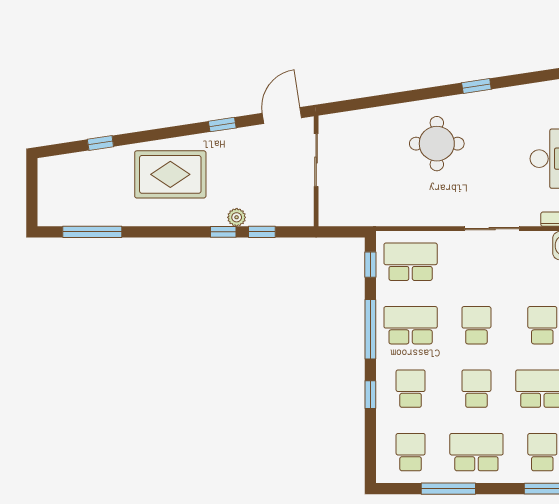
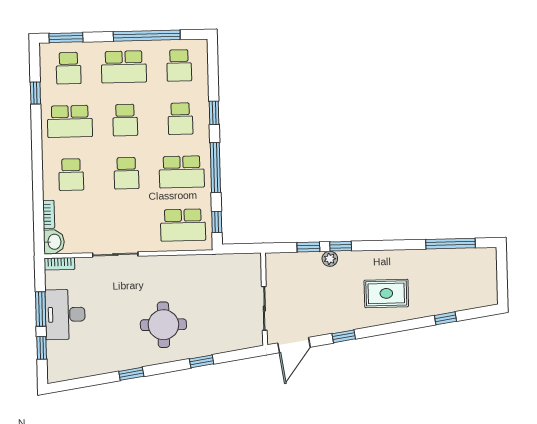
window: (392, 99) -> (202, 361), added
rug: (170, 174) -> (386, 293), width x0.73, depth x0.70
window: (448, 489) -> (147, 36), width x1.46

